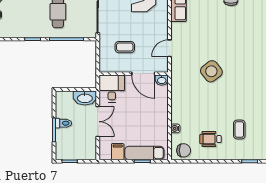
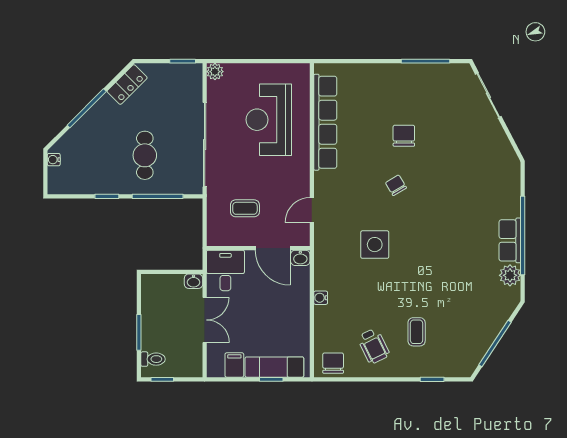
chair: (226, 32) -> (396, 185), added
side table: (211, 71) -> (375, 245), turned 38
washbasin: (85, 98) -> (194, 281), width x0.52, depth x0.69
toilet: (63, 123) -> (153, 359), moved
water cooler: (175, 128) -> (321, 298), moved
wheelchair: (211, 139) -> (374, 346), turned -116
chair: (184, 150) -> (333, 363), turned -90

